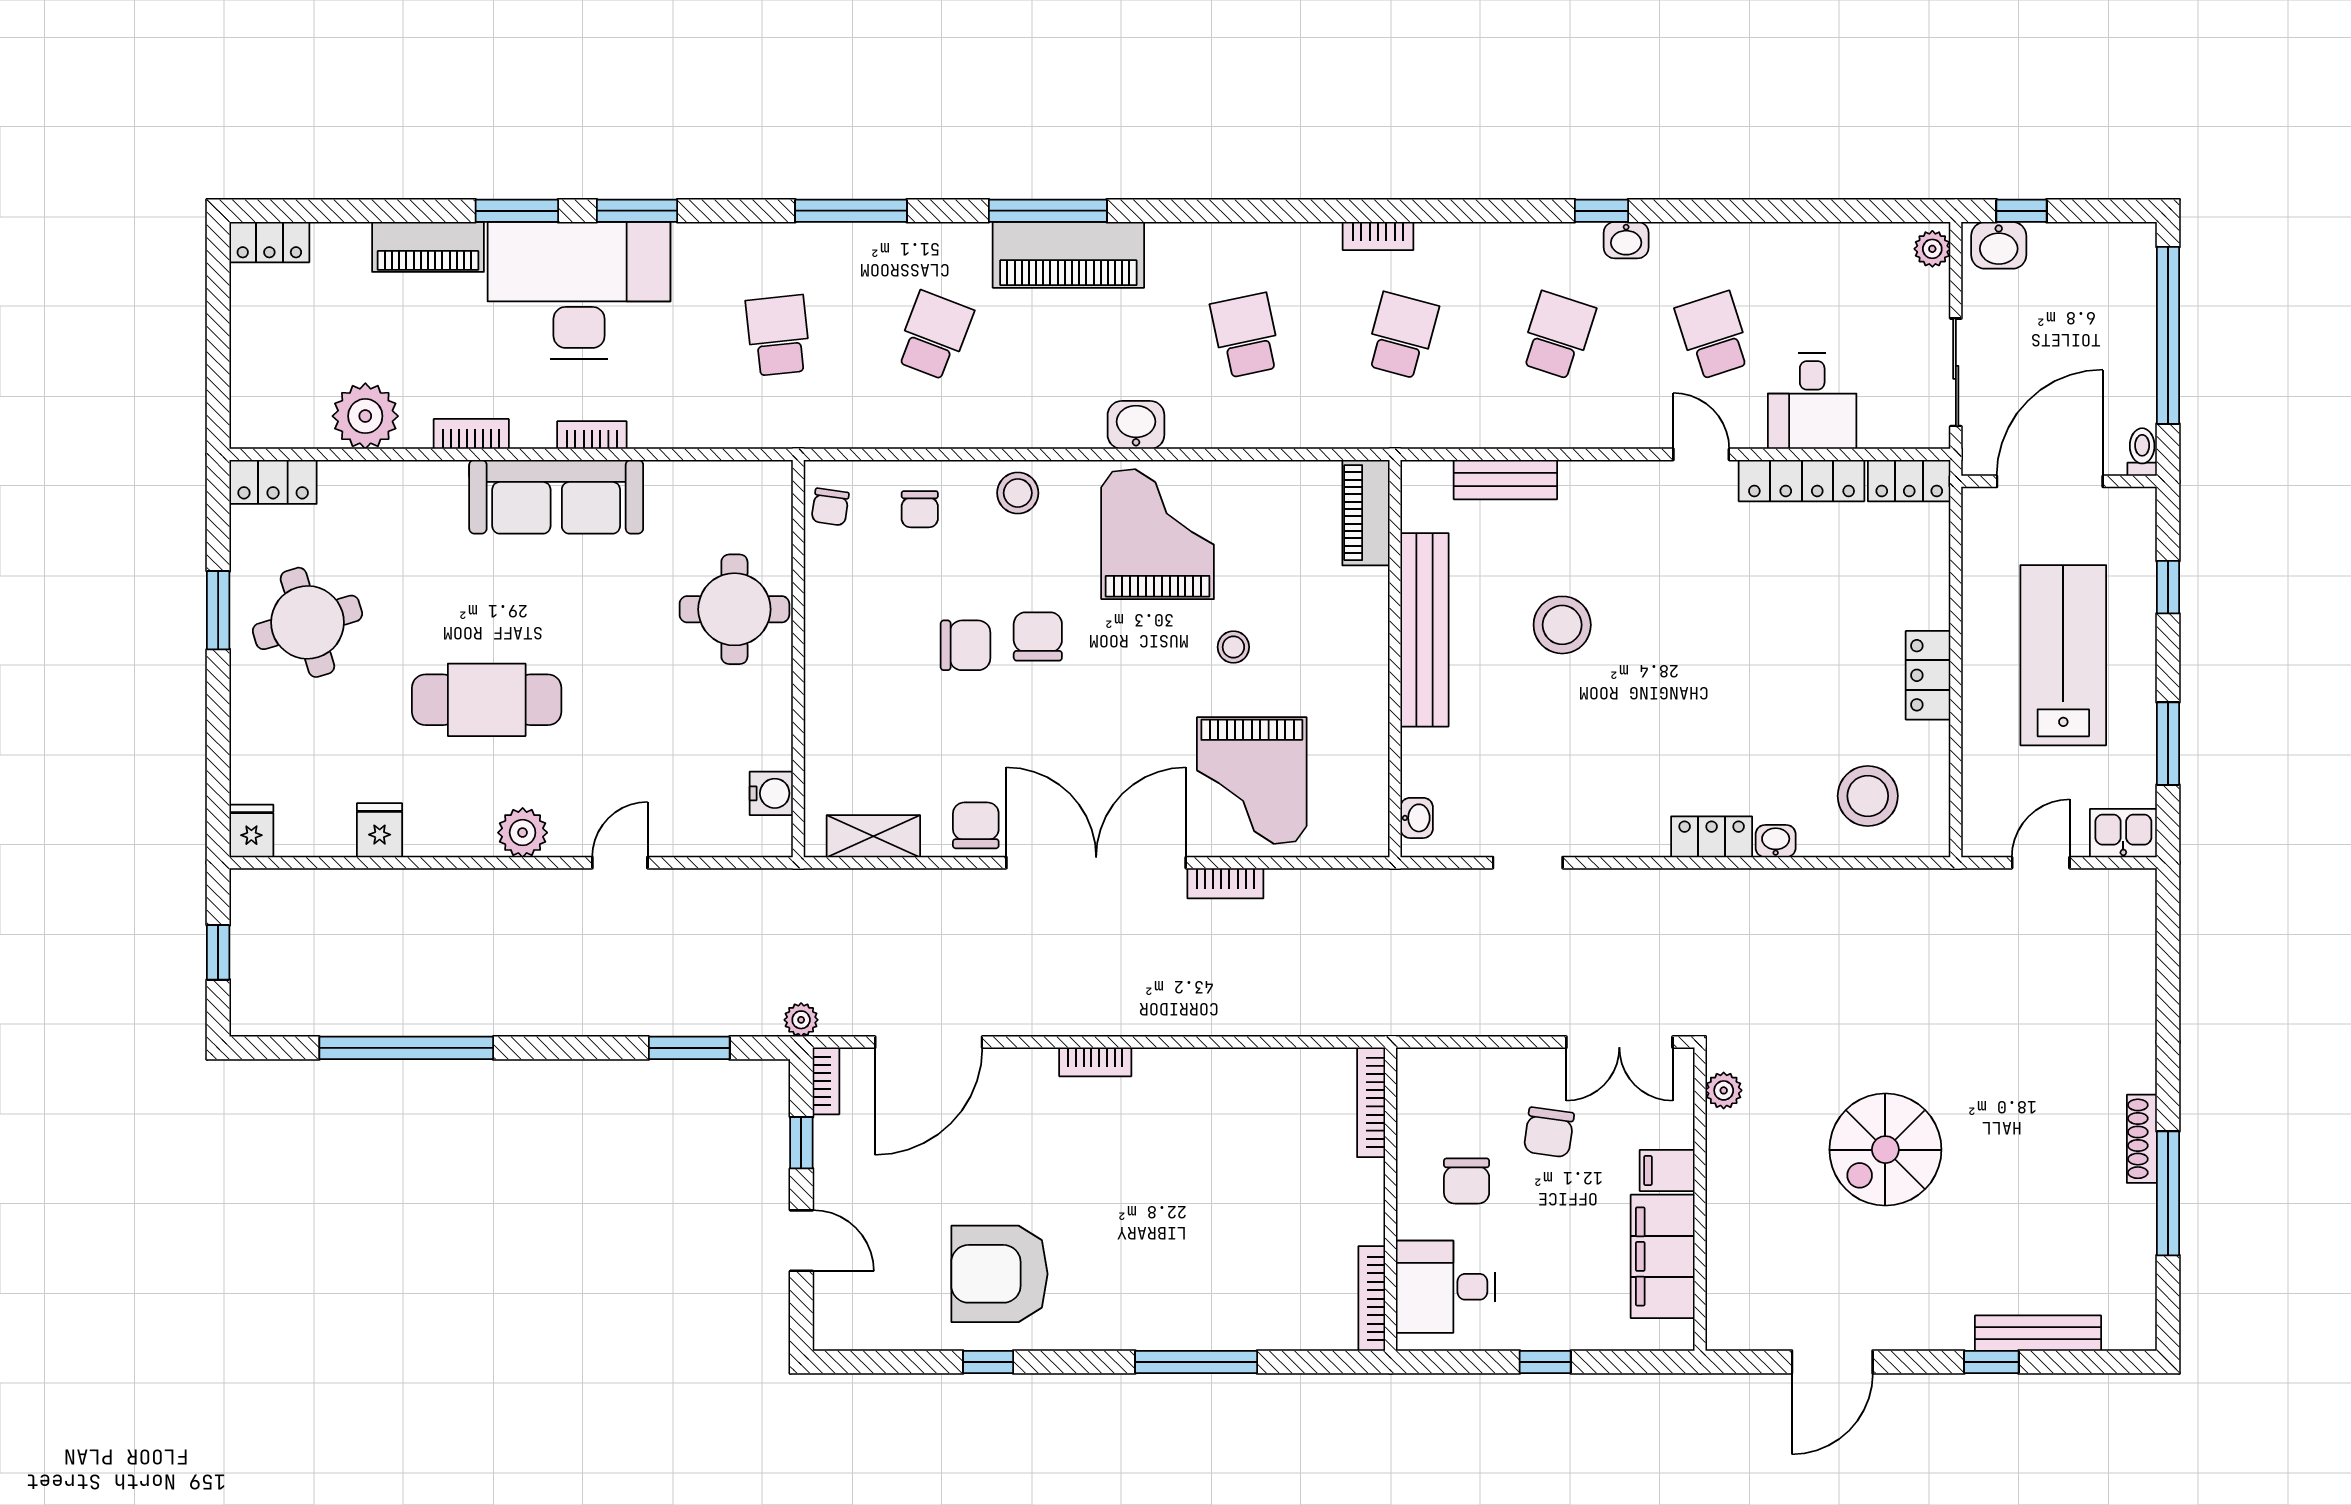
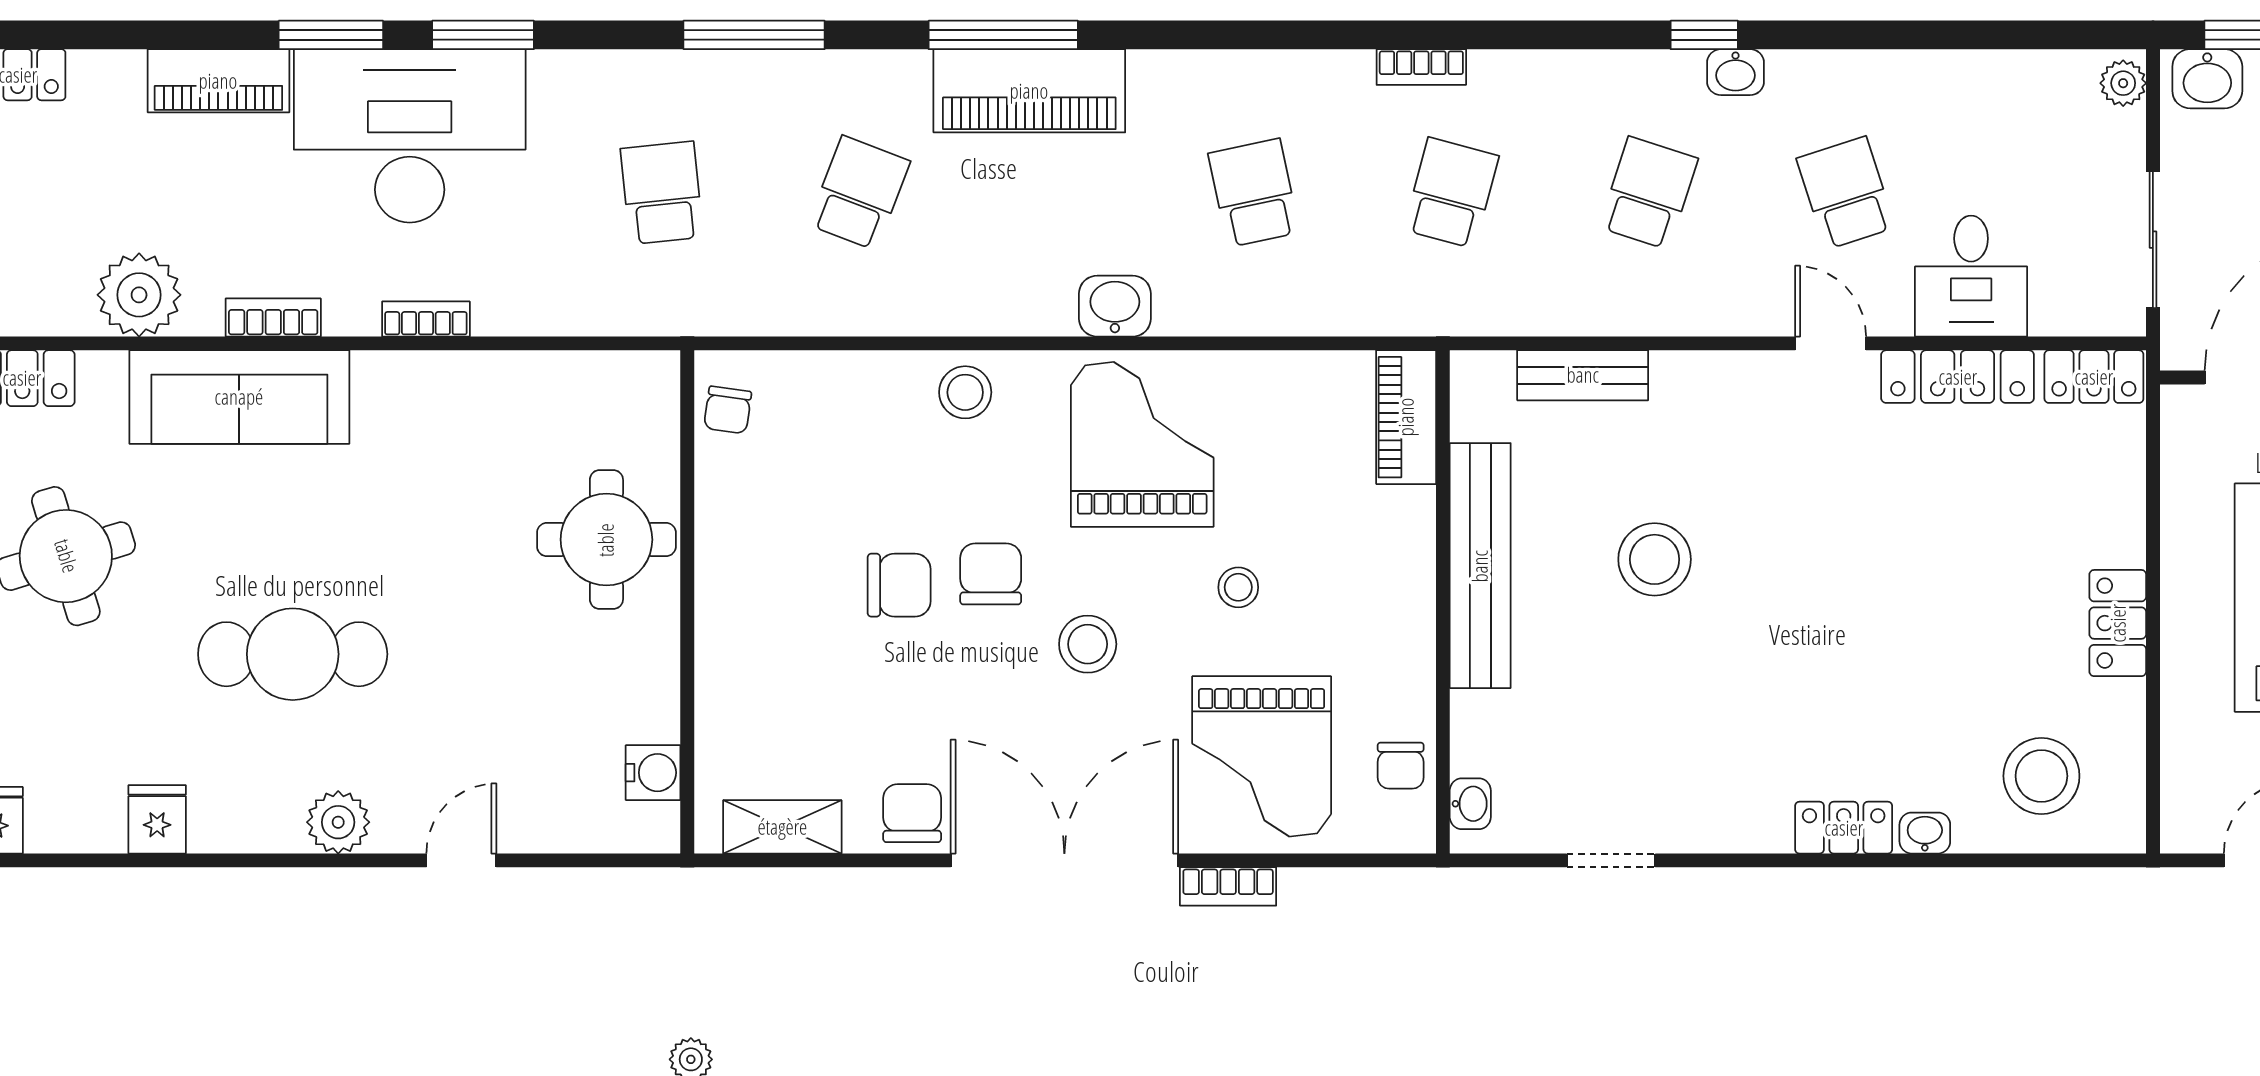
sofa: (556, 497) -> (239, 397), moved
chair: (920, 509) -> (1401, 766), moved
stool: (1114, 692) -> (1088, 644), added

